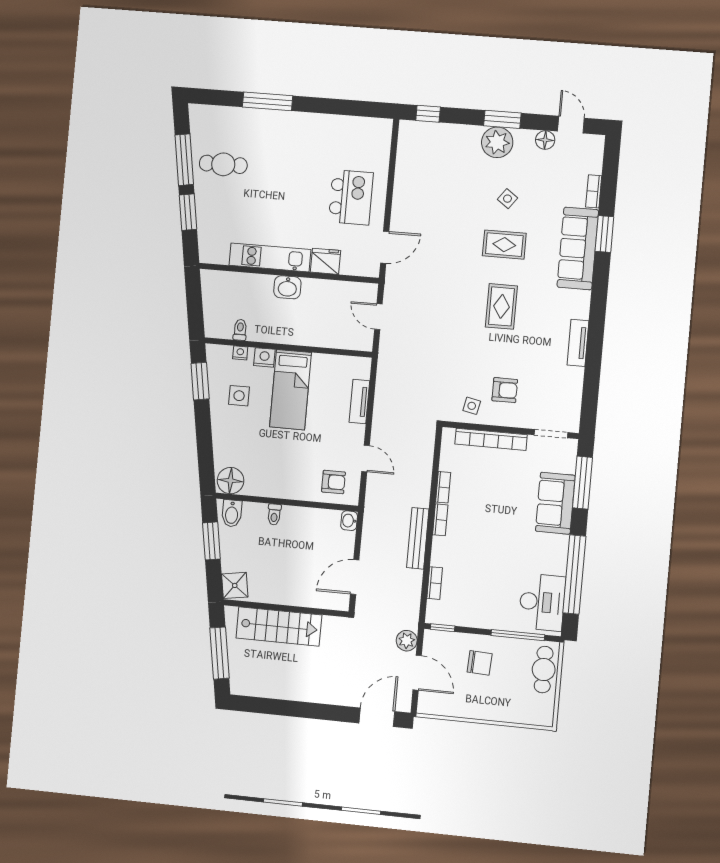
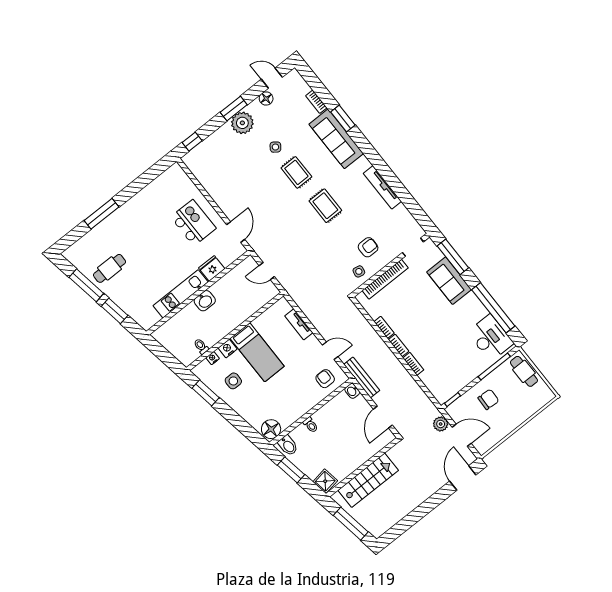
rug: (504, 245) -> (296, 172), turned 90
tv unit: (578, 343) -> (382, 187), width x1.41
armchair: (333, 482) -> (325, 379), turned -90
bench: (418, 538) -> (362, 377), moved
bookcase: (435, 583) -> (413, 364), moved

